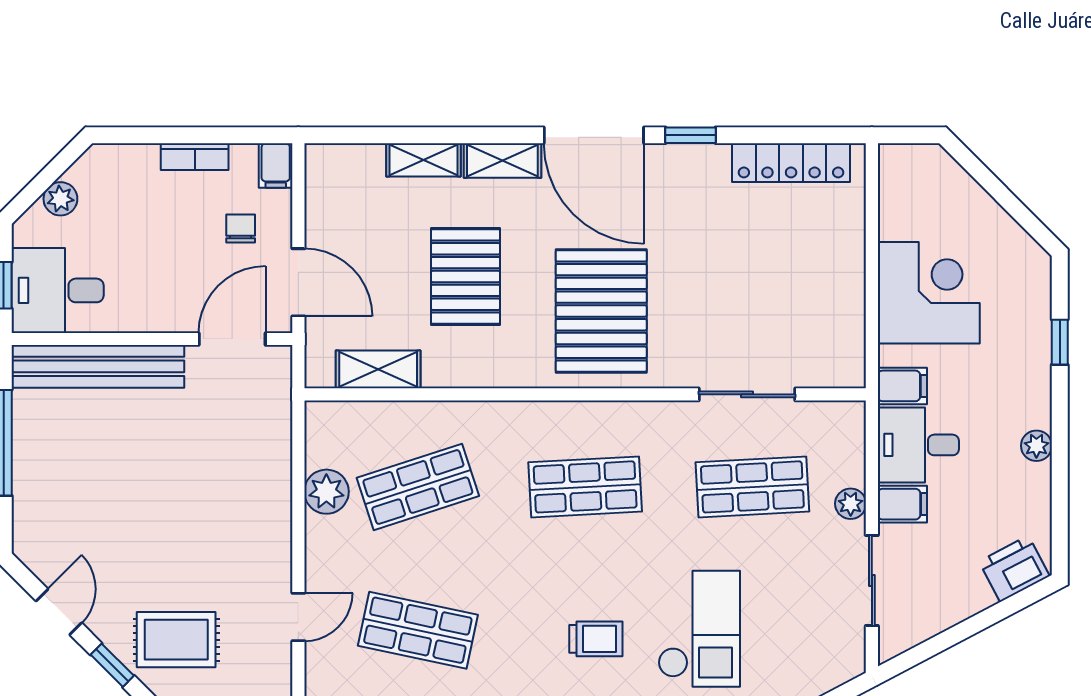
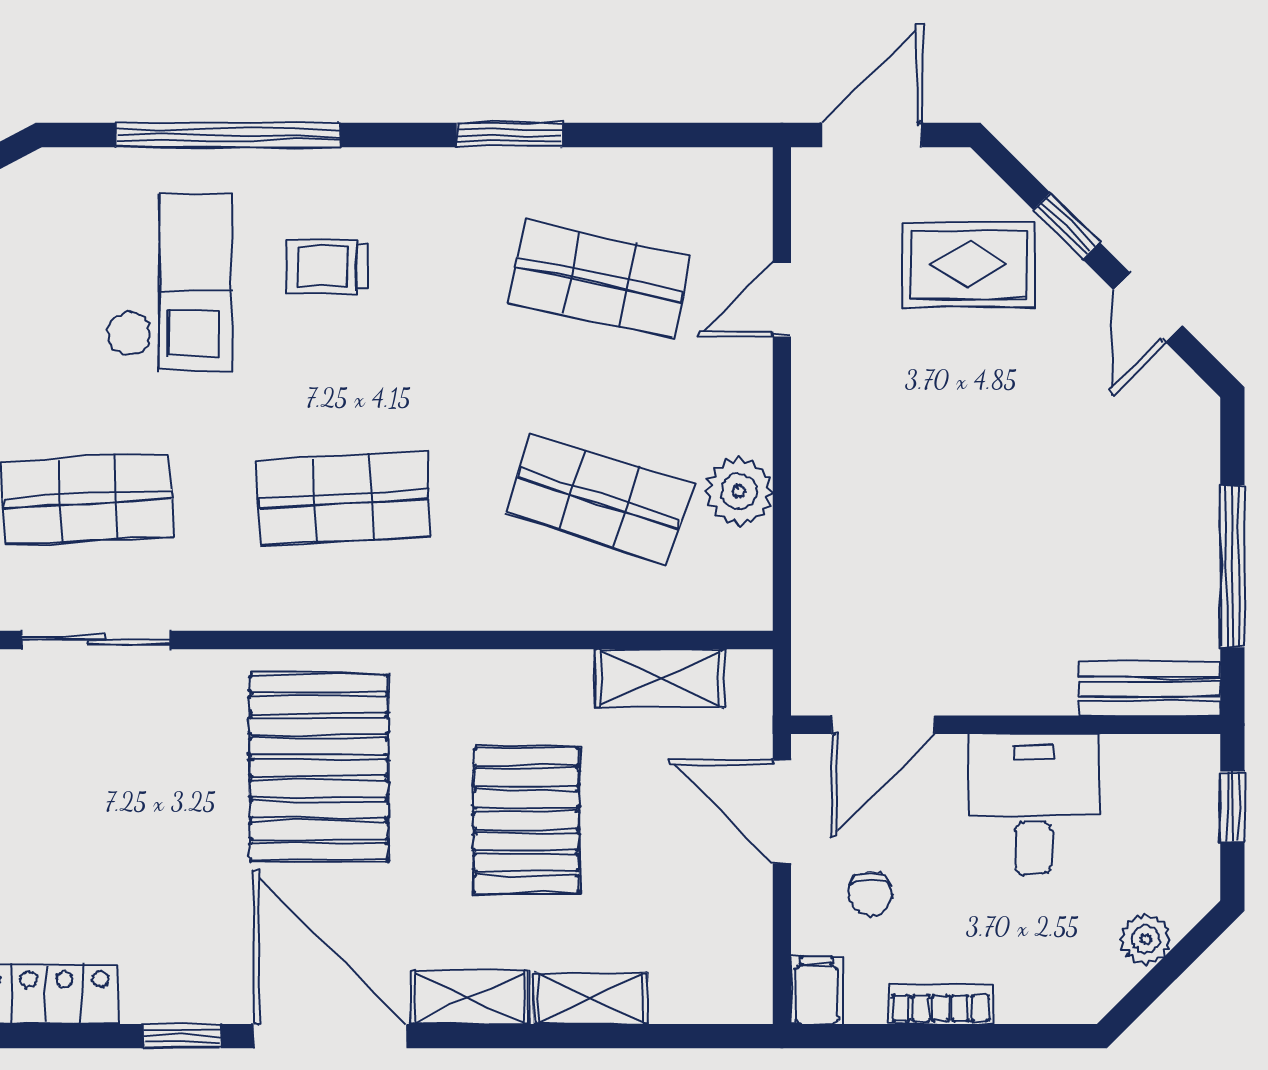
desk: (58, 290) -> (1033, 804), moved, turned -90
bench: (98, 366) -> (1150, 689), width x0.54, depth x0.82
shop shelf: (418, 487) -> (599, 499), turned 36
checkout: (699, 629) -> (169, 282), turned 180

